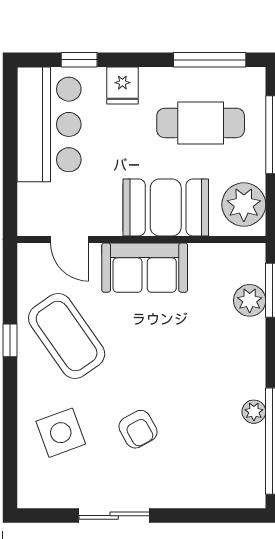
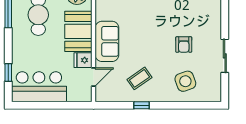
fridge: (122, 86) -> (83, 60), moved, turned 180
coffee table: (67, 336) -> (139, 78), width x0.54, depth x0.58
armchair: (138, 429) -> (184, 45), turned 119

